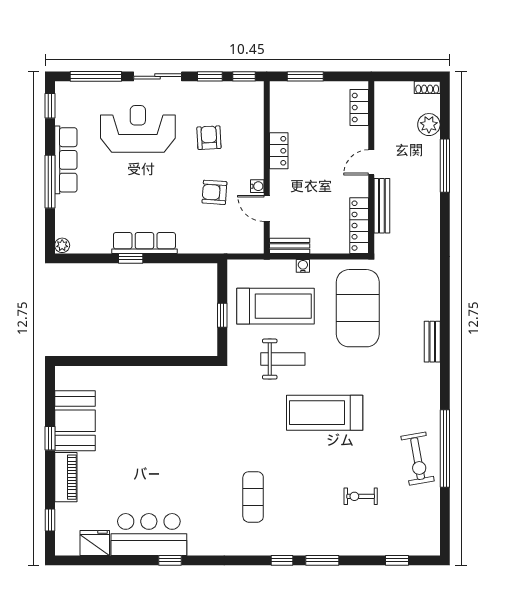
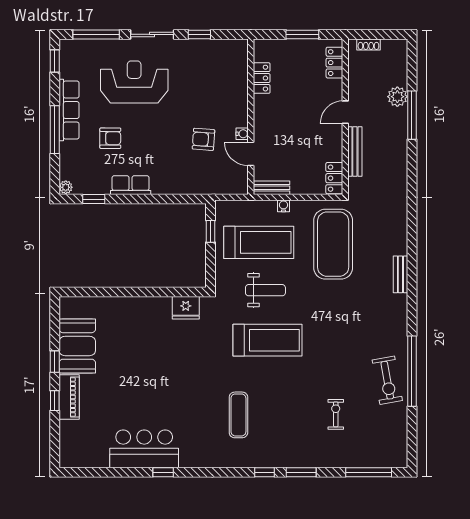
window: (244, 76) -> (230, 34), removed
window: (305, 76) -> (302, 34), moved
shoe rack: (427, 87) -> (368, 44), moved
plant: (429, 125) -> (397, 97), moved
armchair: (209, 138) -> (110, 138), moved, turned 93
locker: (279, 151) -> (262, 78), moved
locker: (359, 226) -> (334, 178), width x0.66
row of seats: (144, 243) -> (131, 185), width x0.68
window: (131, 258) -> (94, 199), moved
window: (222, 315) -> (211, 231), moved
treadmill: (325, 413) -> (267, 340), moved, turned 180
exercise bike: (361, 496) -> (336, 414), turned 90
window: (50, 520) -> (55, 401), moved
fridge: (95, 543) -> (186, 308), moved, turned 180
window: (397, 560) -> (369, 472), width x2.17

